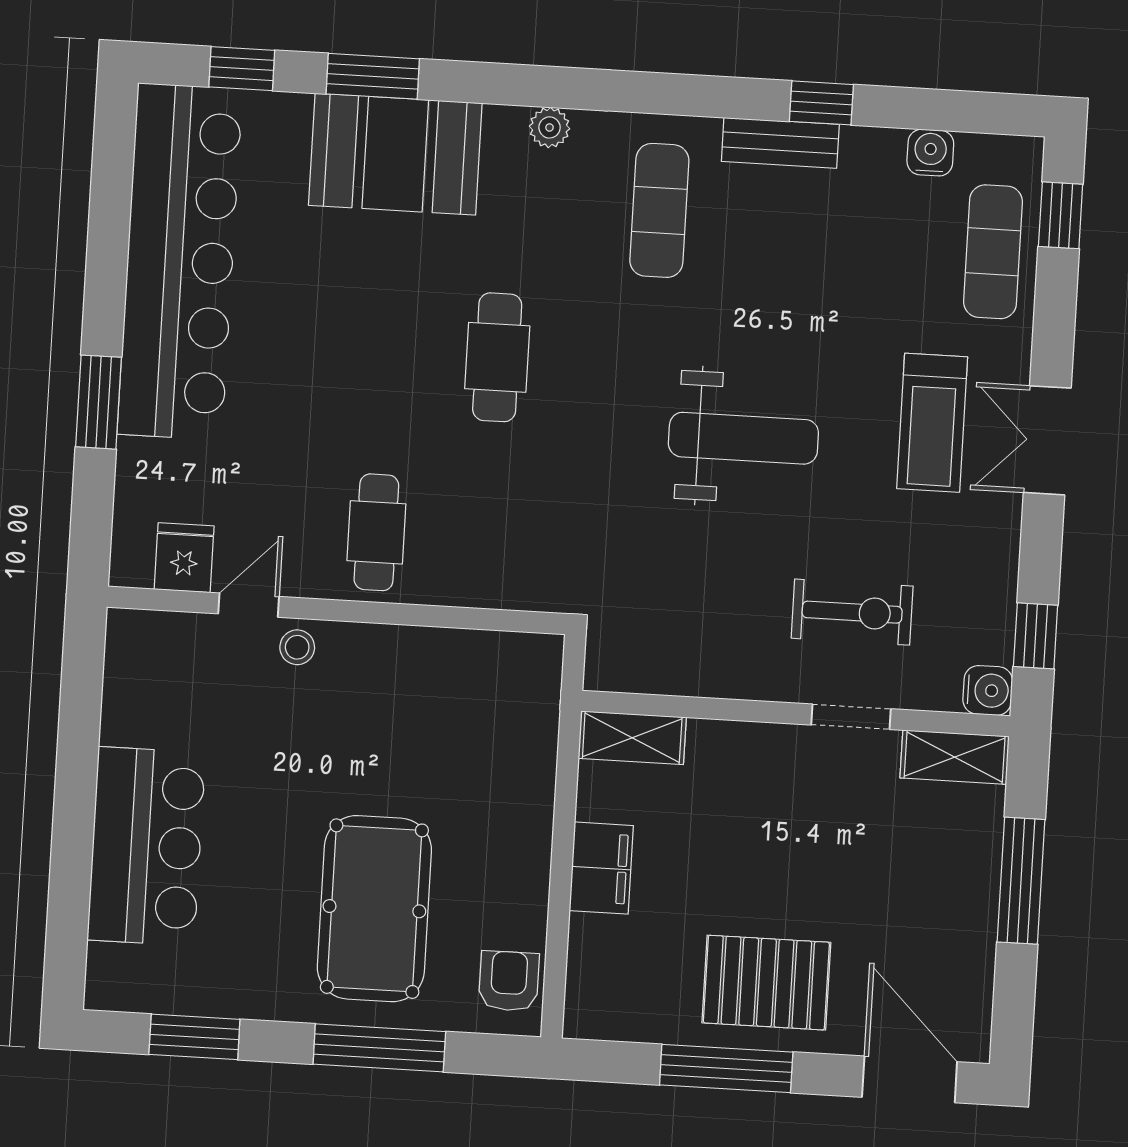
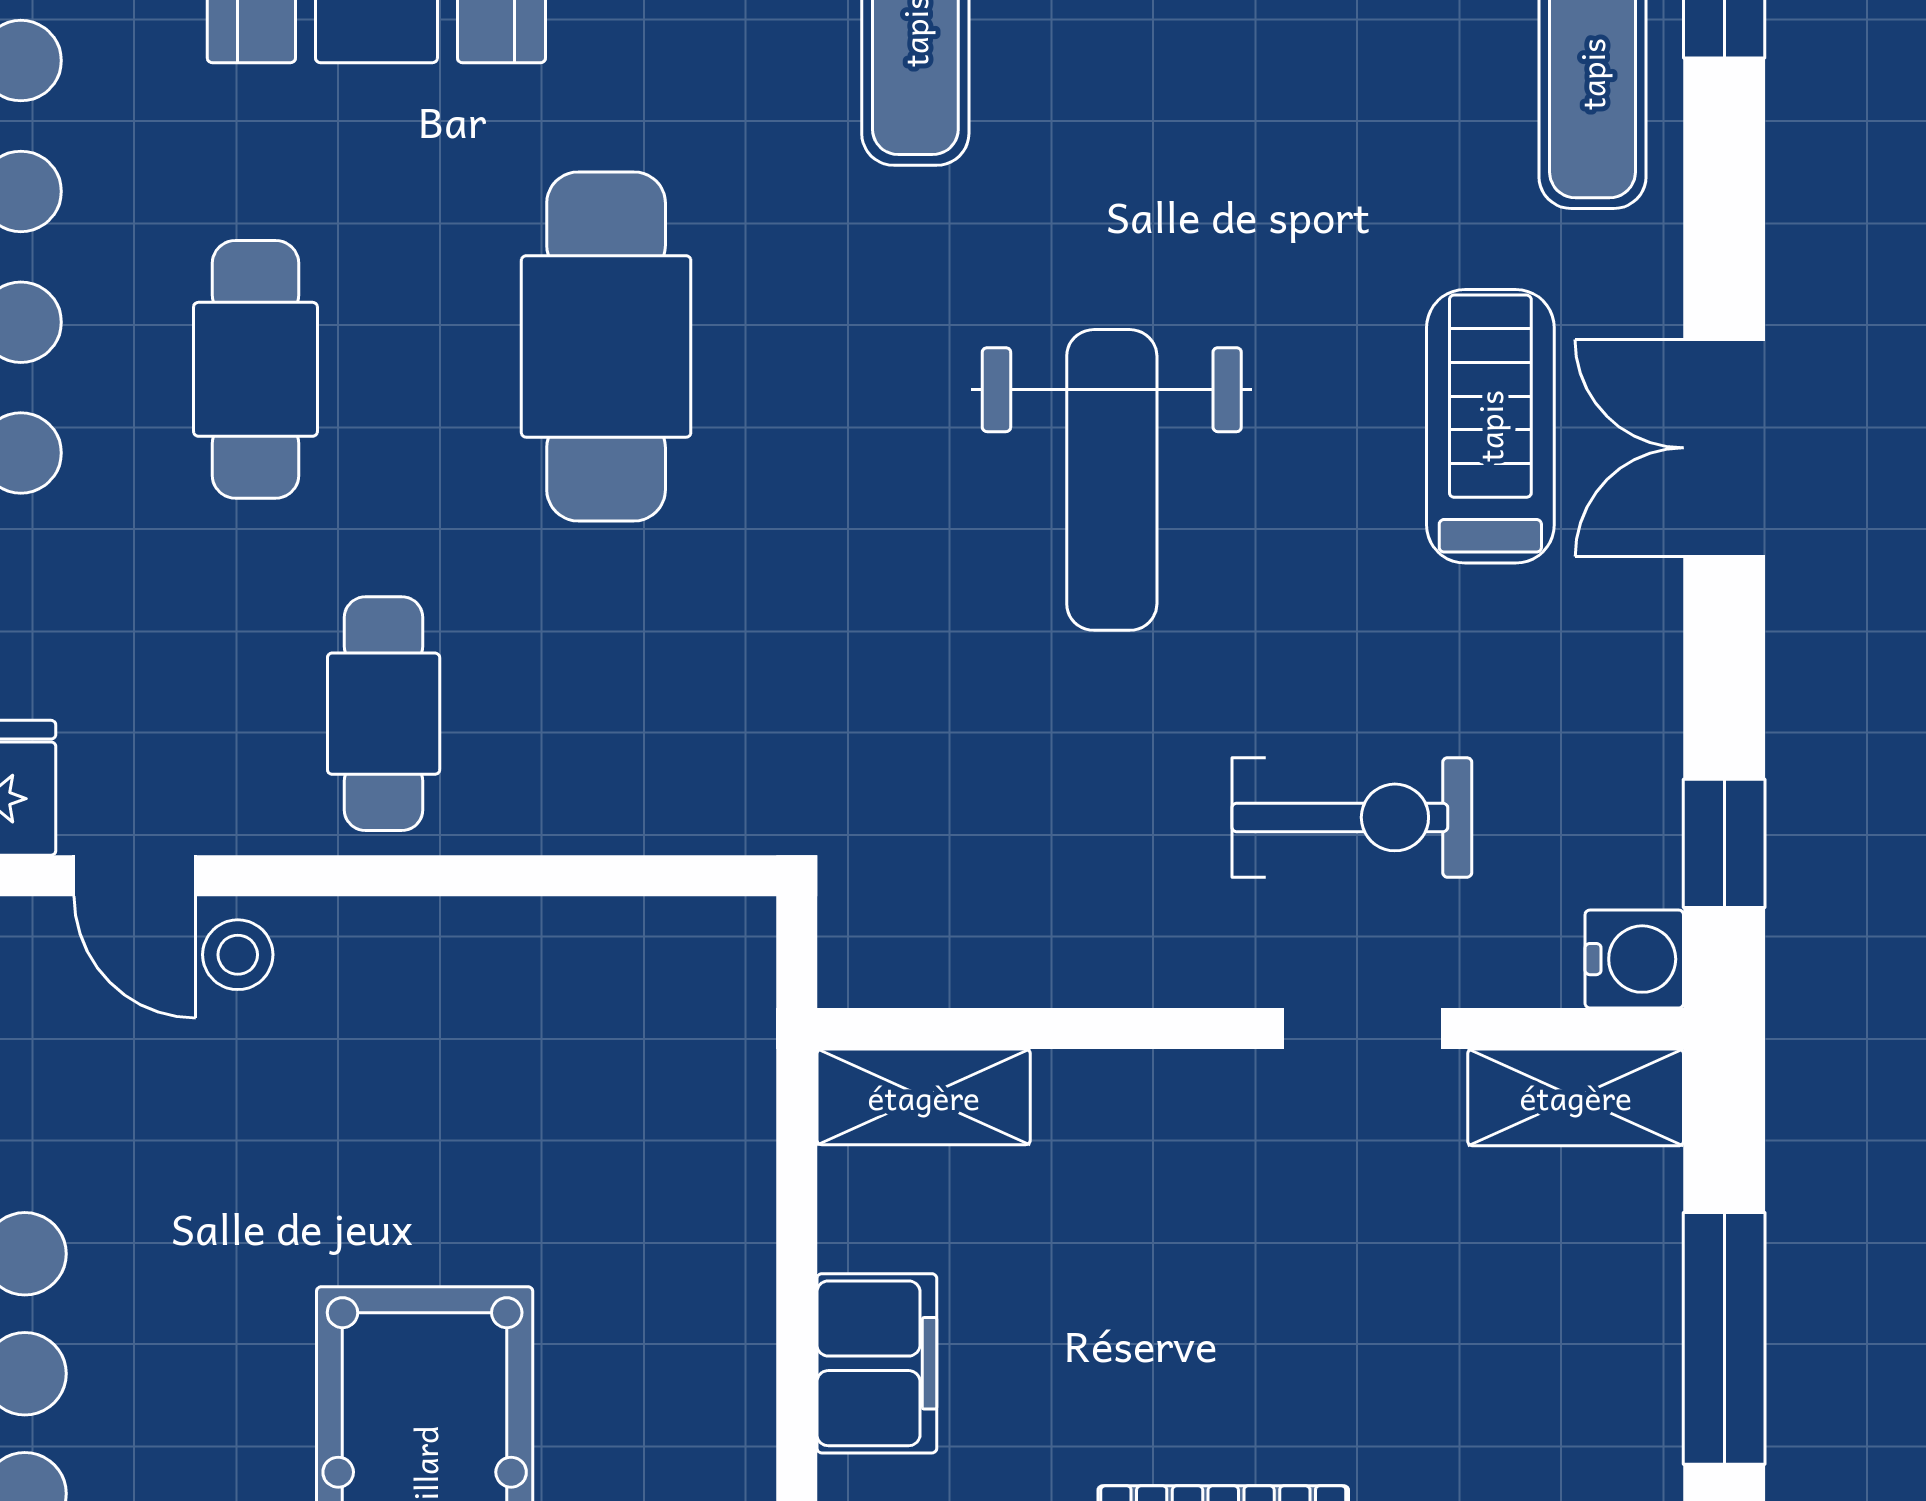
cafe table: (497, 357) -> (606, 346), width x1.37, depth x1.35
cafe table: (323, 358) -> (255, 369), added
treadmill: (932, 423) -> (1490, 426), turned 180
weight bench: (743, 438) -> (1112, 480), turned 90
door: (249, 605) -> (135, 876), swing flipped

